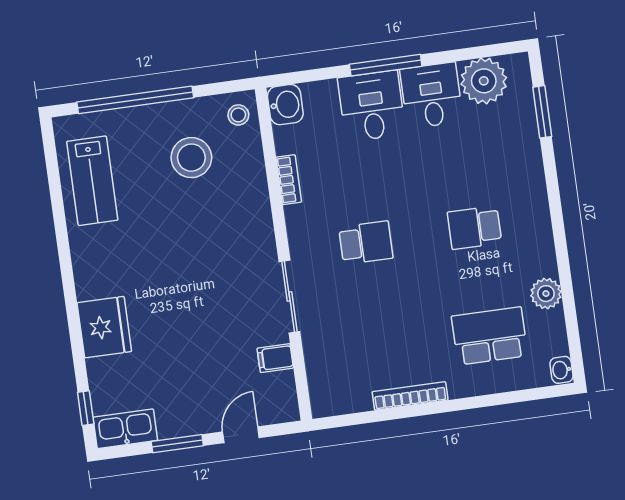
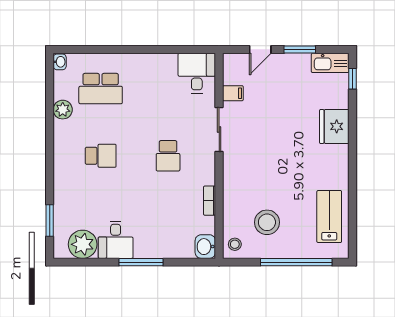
desk: (372, 106) -> (197, 73), moved, turned 180
school desk: (366, 243) -> (168, 156), turned -90
bookcase: (410, 396) -> (154, 59), removed

